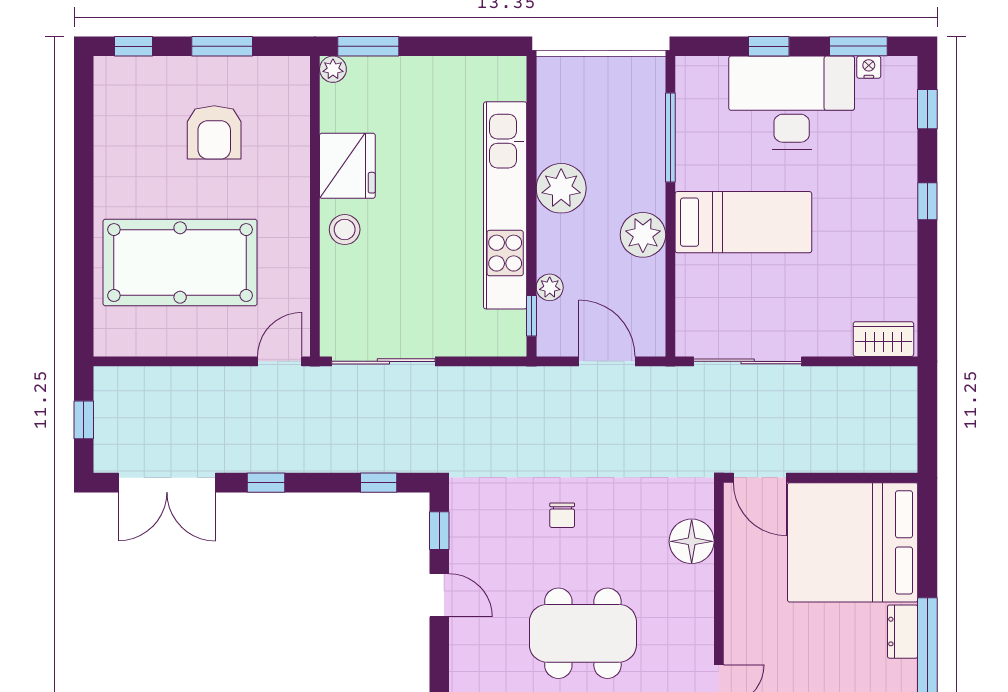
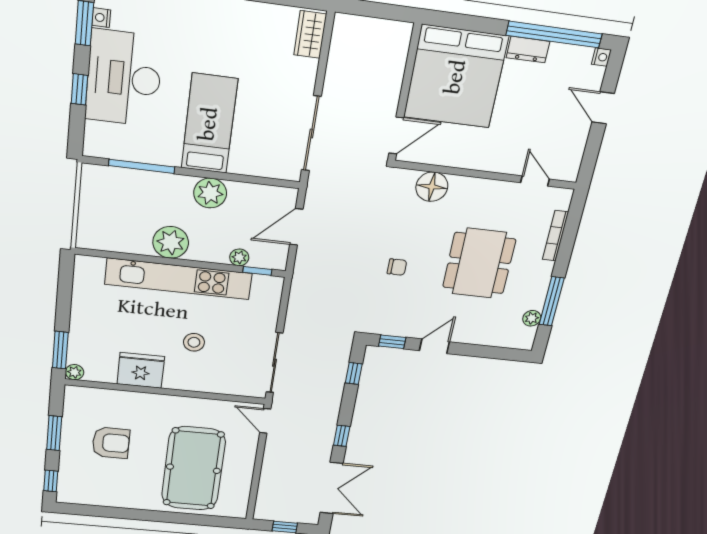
stool: (345, 230) -> (194, 342), moved

